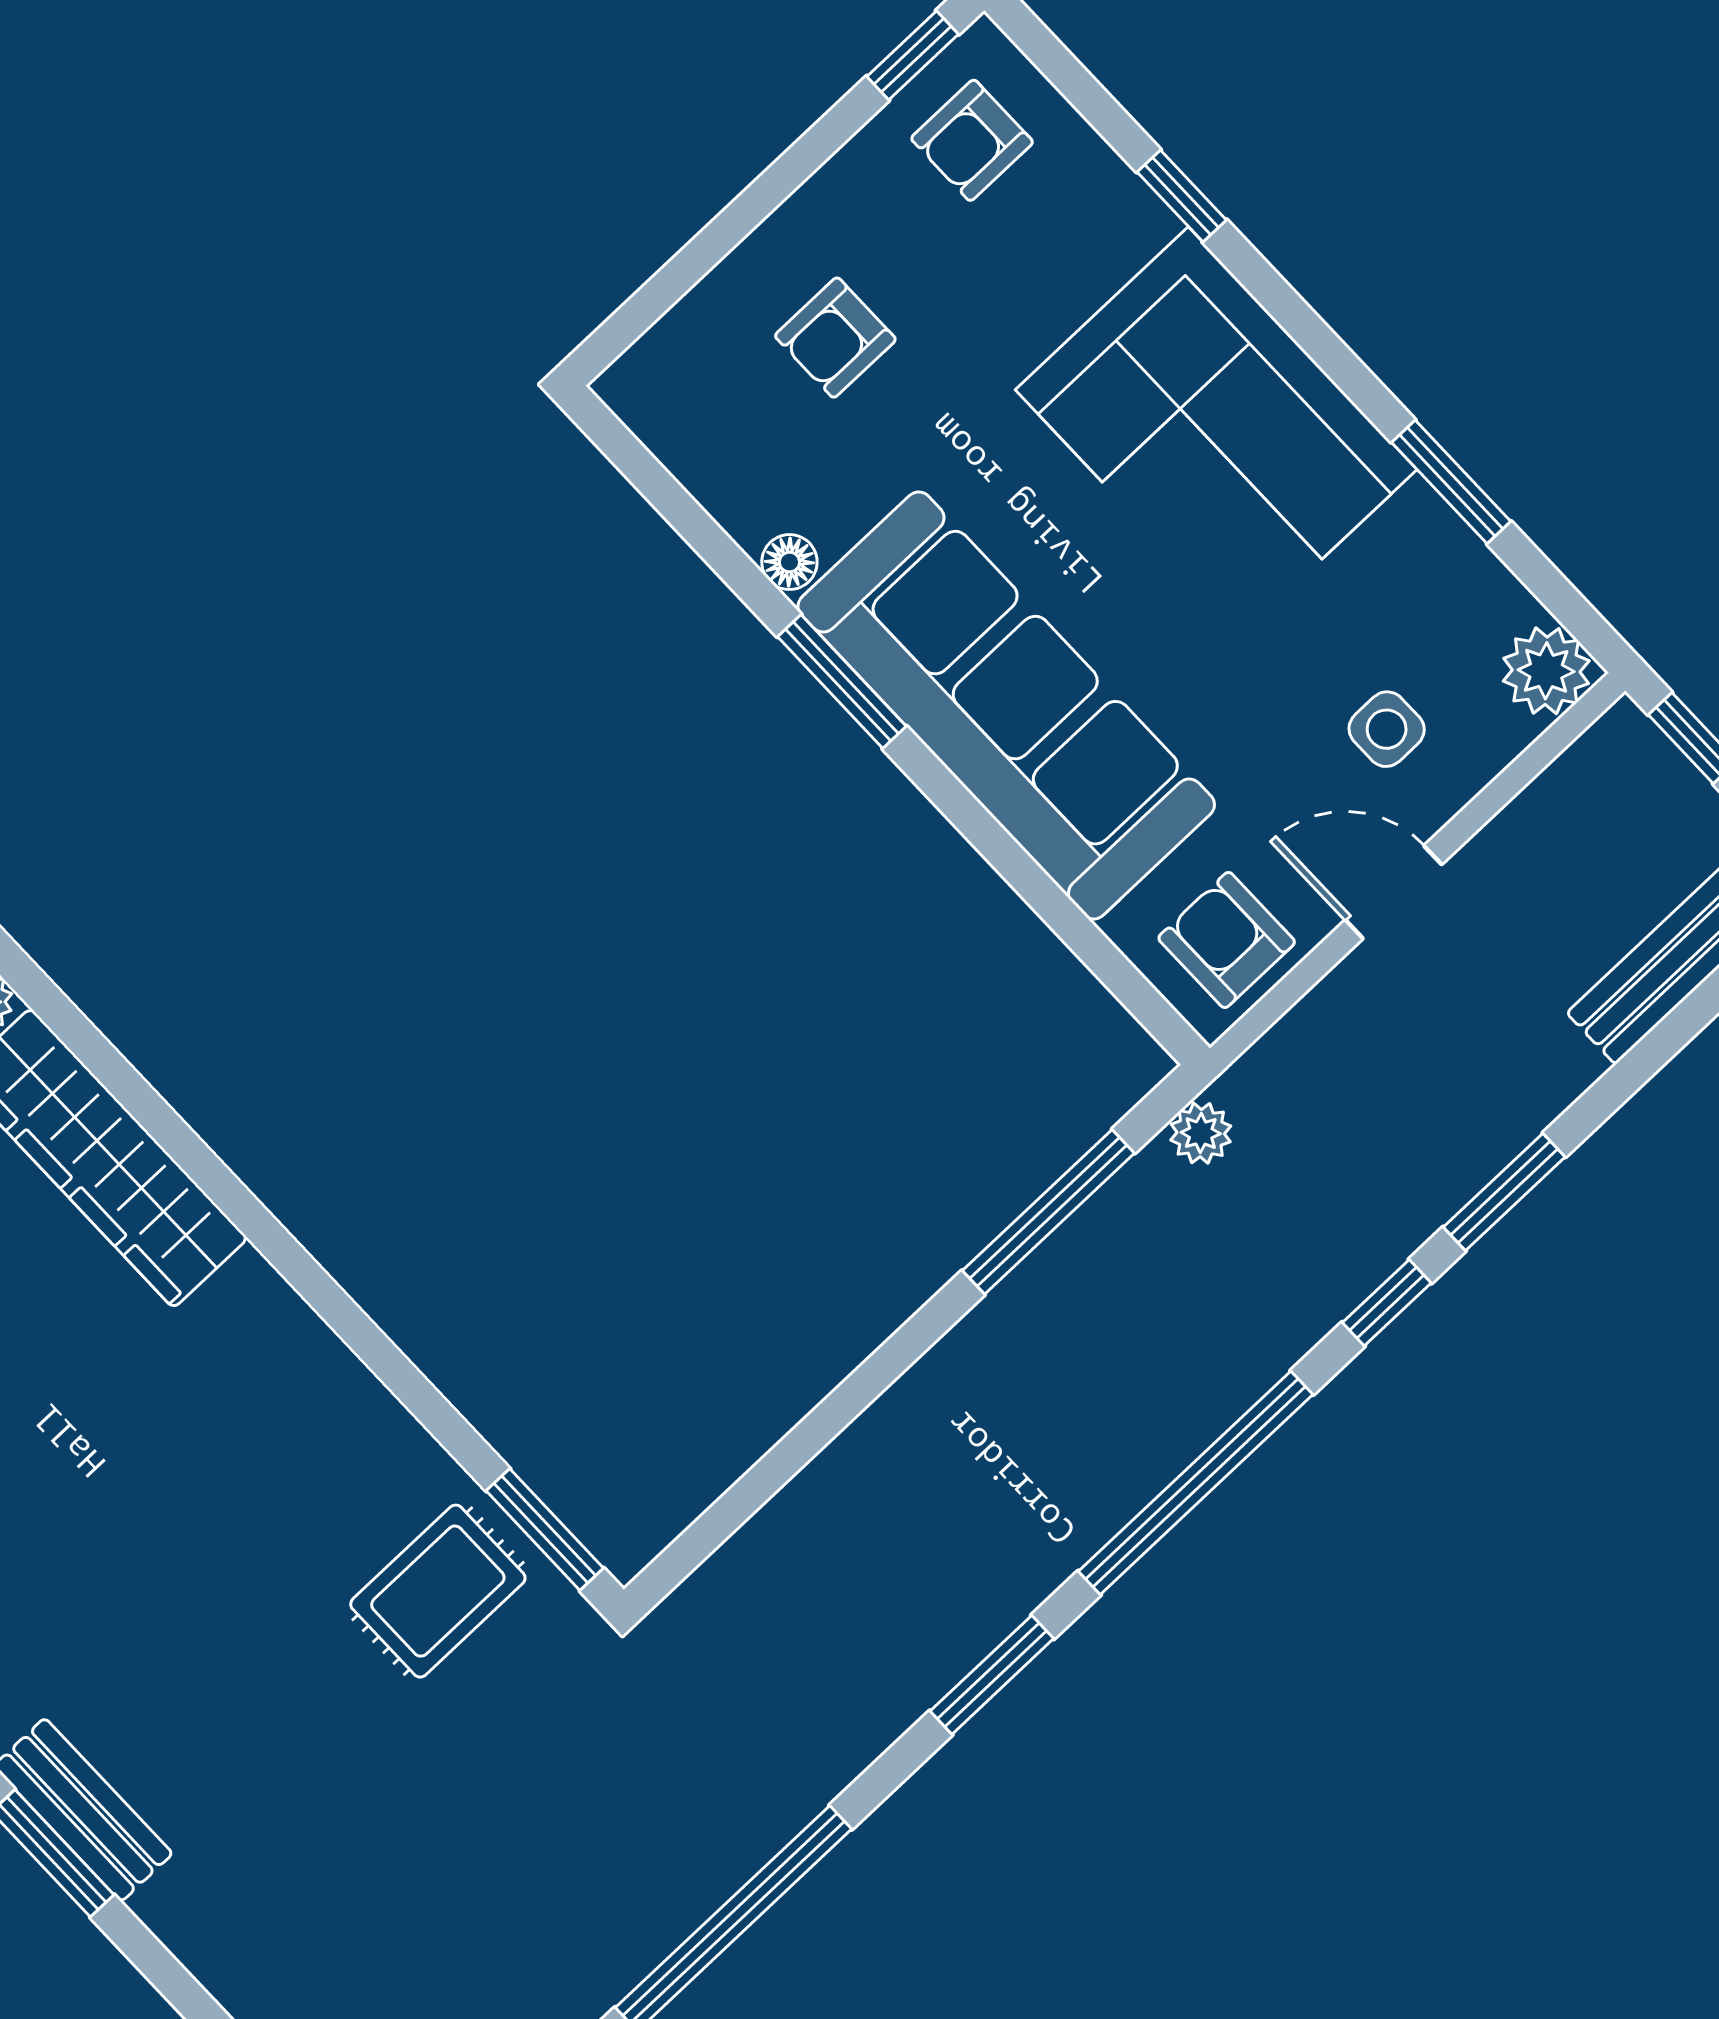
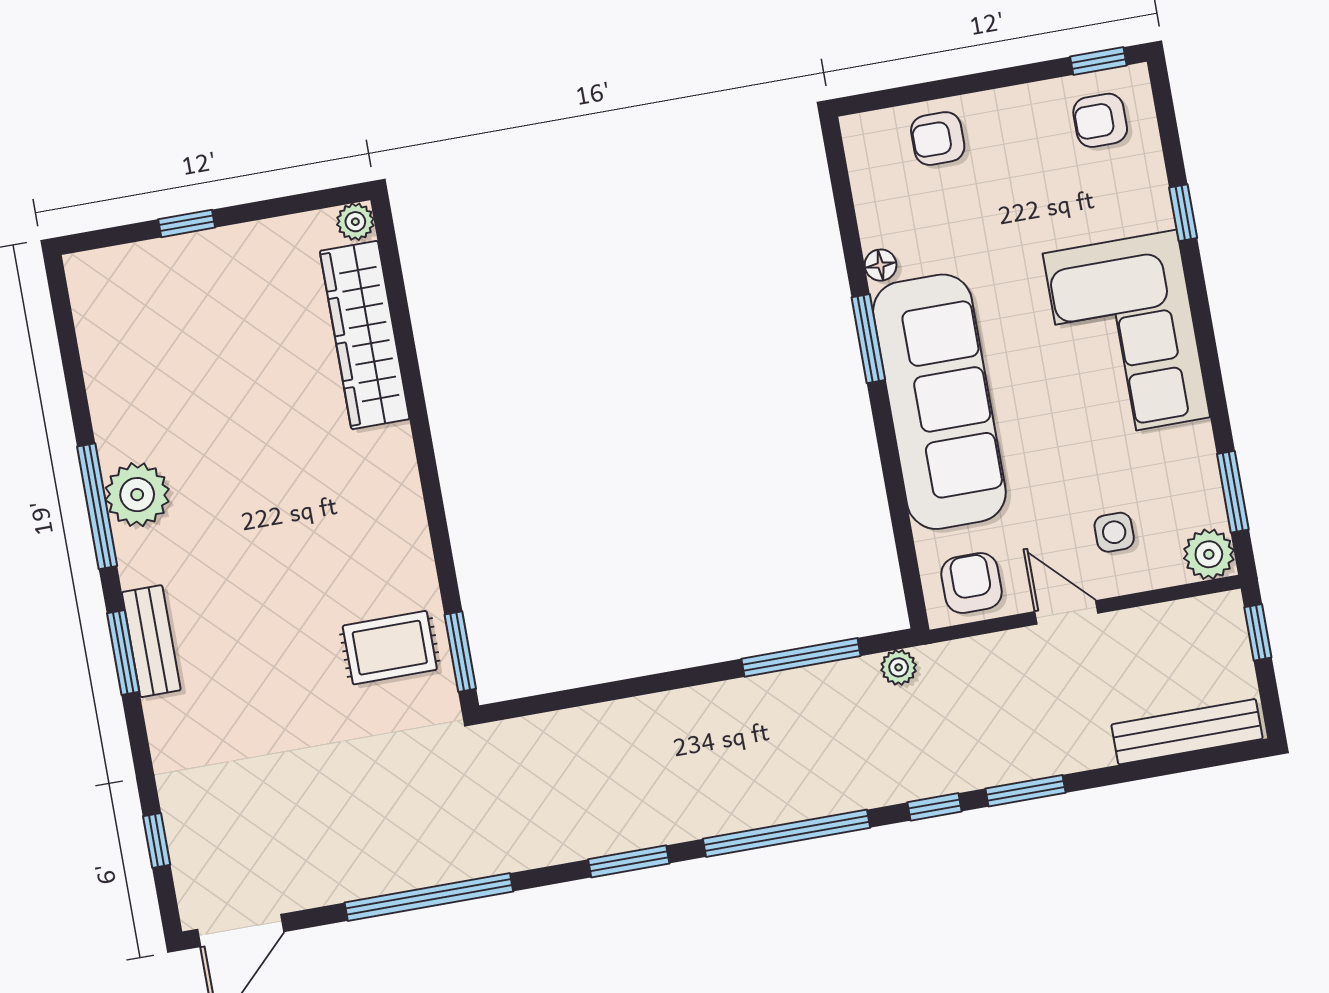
armchair: (835, 338) -> (938, 139), moved
window: (1451, 482) -> (1233, 492), moved

